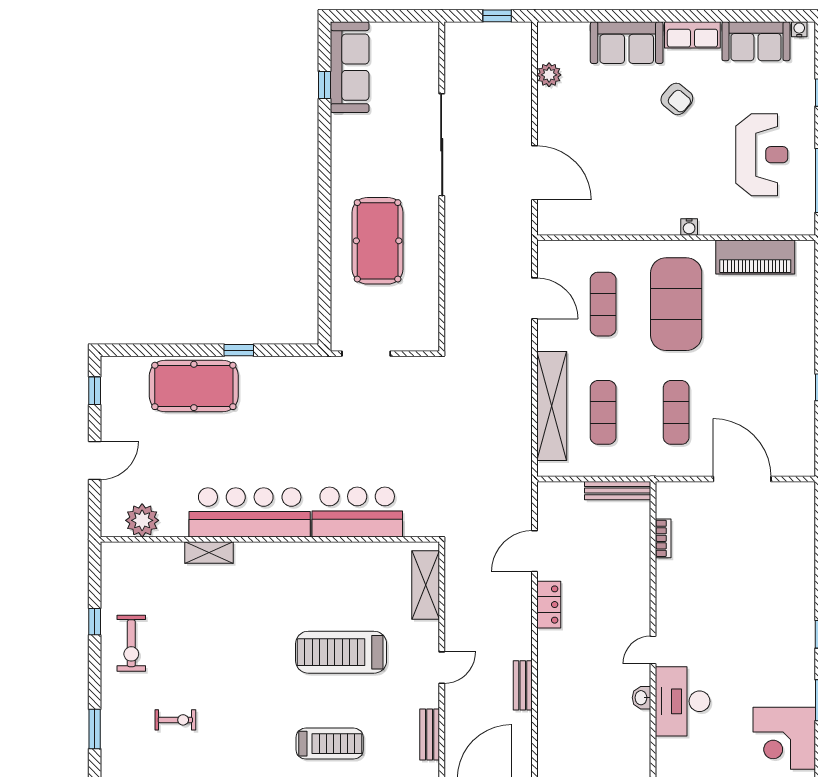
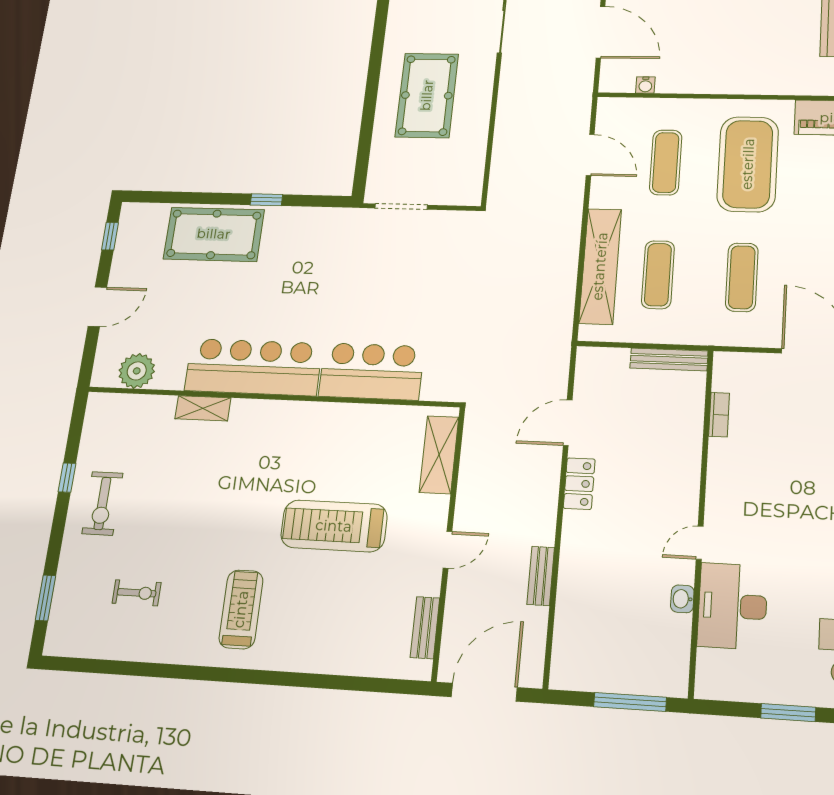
water cooler: (689, 227) -> (645, 85), moved
treadmill: (330, 744) -> (241, 609), moved, turned -90

